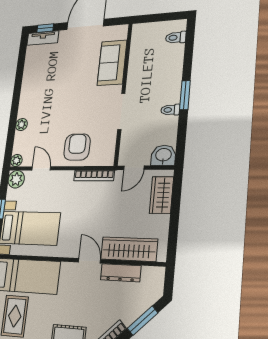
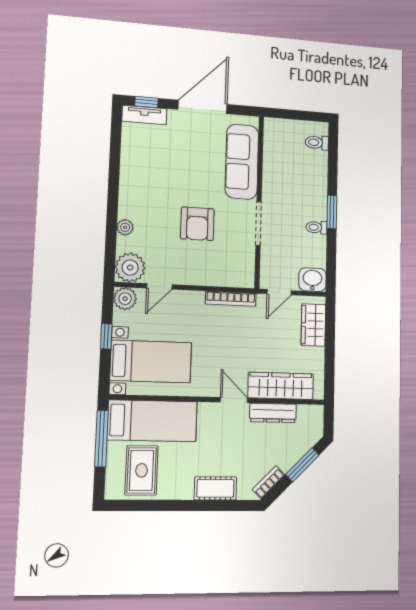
sofa: (112, 63) -> (242, 162), width x1.36
armchair: (77, 147) -> (197, 224), moved, turned 180
plant: (16, 160) -> (130, 268), width x1.88, depth x1.88
door: (41, 168) -> (159, 286), swing flipped

